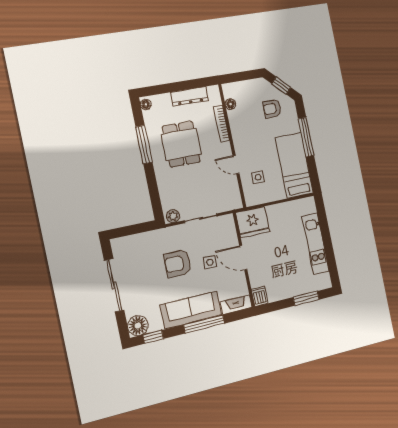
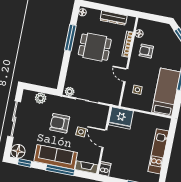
armchair: (272, 109) -> (146, 51), moved
dining table: (181, 144) -> (95, 47), turned 90
plant: (138, 241) -> (41, 98), added

